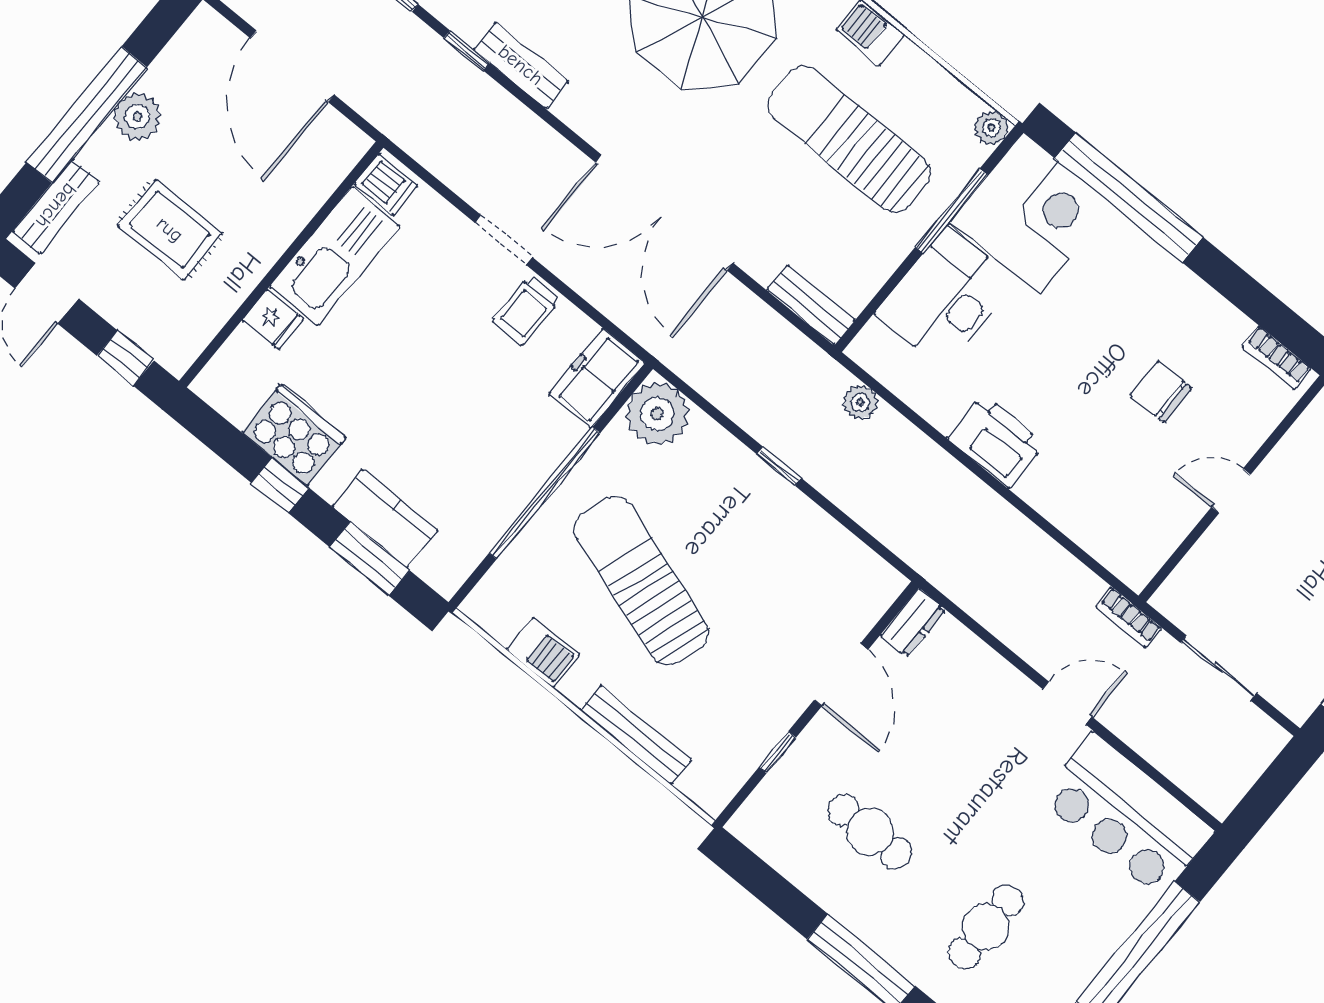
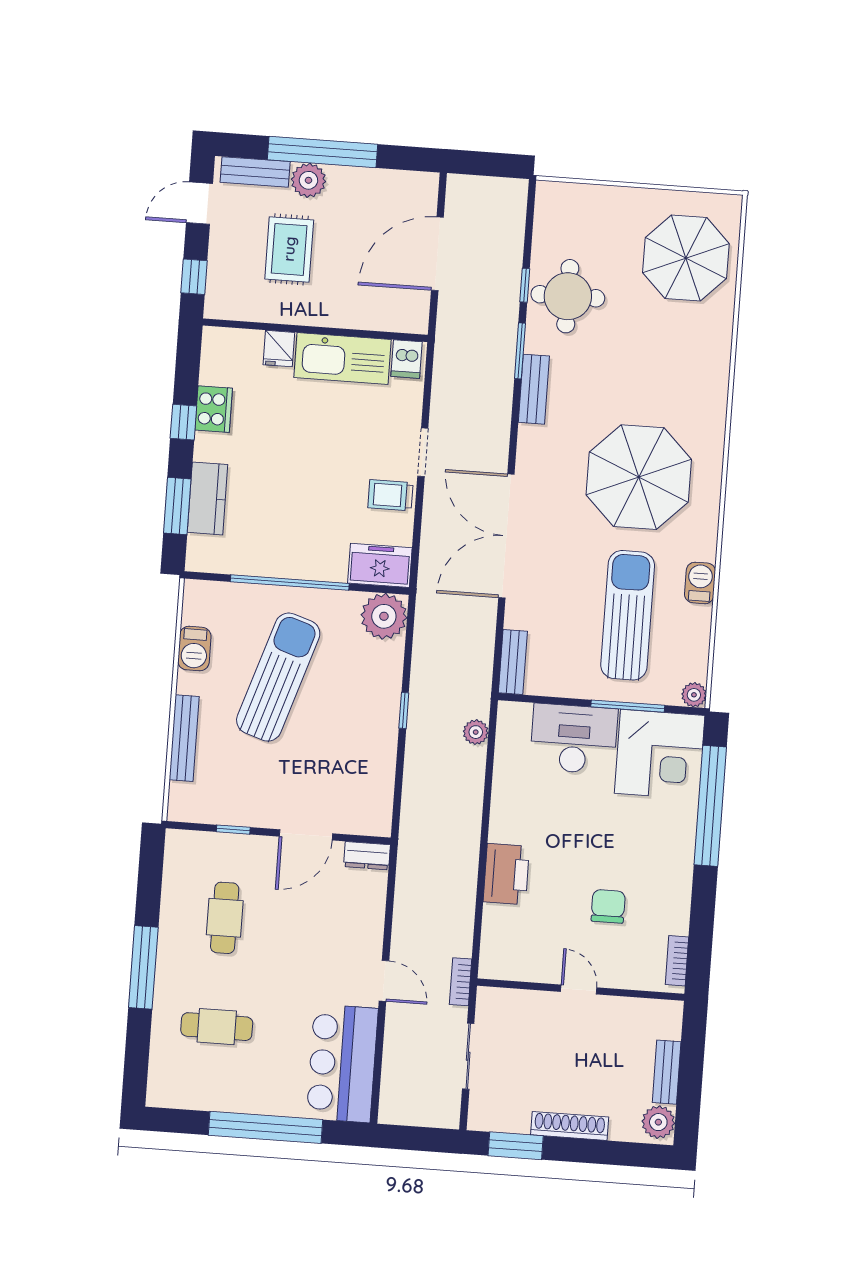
window: (467, 51) -> (520, 351), width x1.50
plant: (137, 117) -> (308, 180), moved
cooker: (294, 435) -> (214, 409), width x0.73, depth x0.76
printer: (996, 441) -> (506, 874), moved

